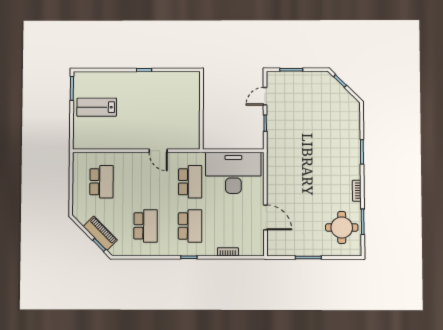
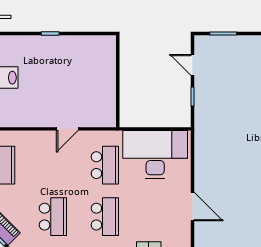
door: (265, 96) -> (192, 65), hinge flipped
door: (158, 151) -> (67, 129), hinge flipped

